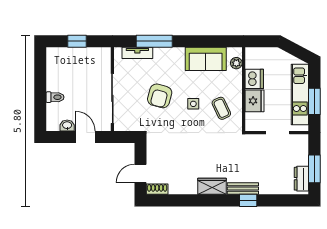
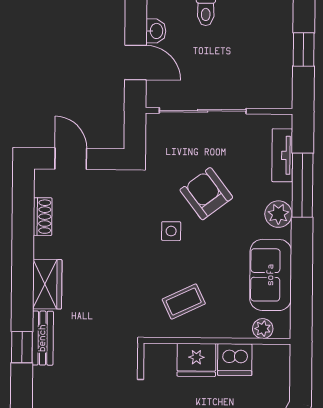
plant: (171, 55) -> (278, 214), added
armchair: (160, 96) -> (206, 194), turned 38
side table: (193, 104) -> (171, 231), moved
door: (85, 137) -> (135, 62), hinge flipped
shoe rack: (157, 189) -> (43, 217), moved

